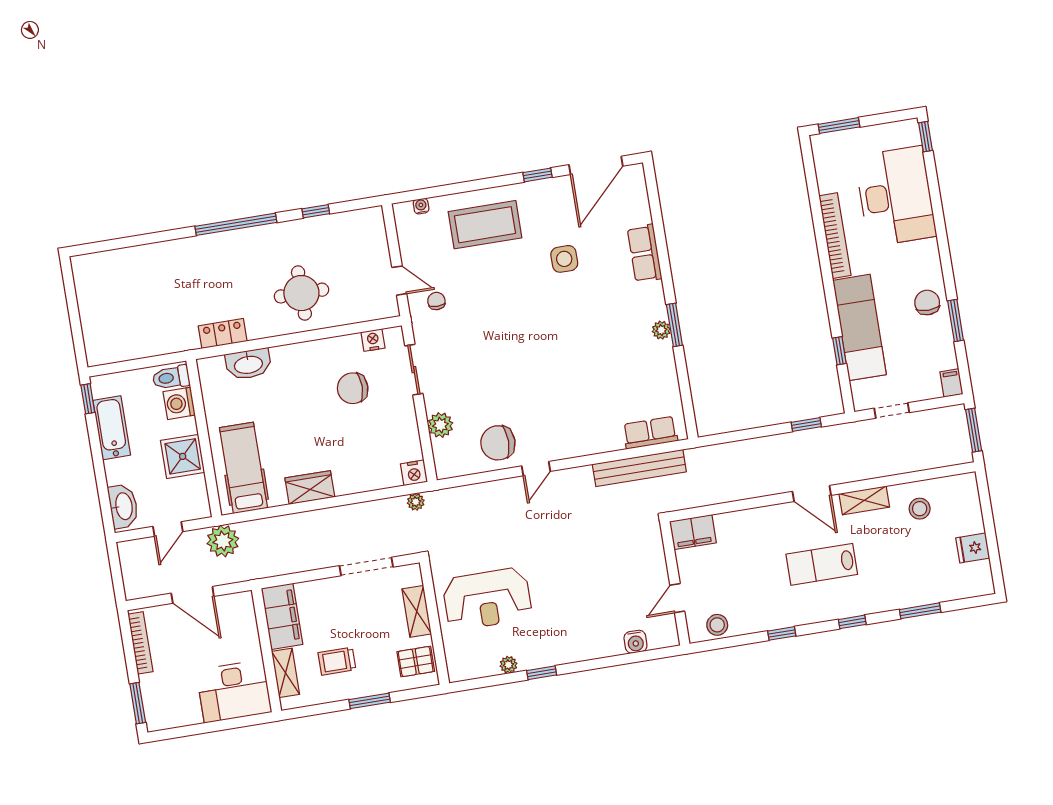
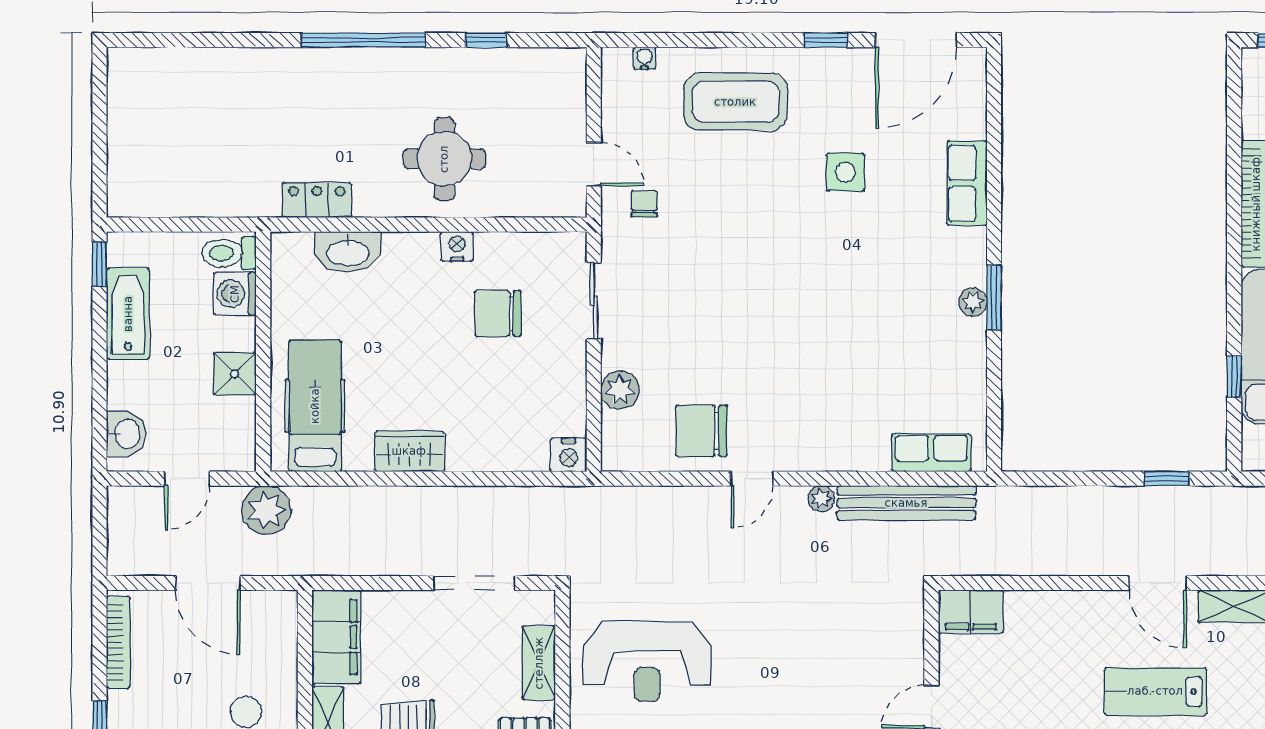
nightstand: (373, 340) -> (457, 246), moved
shower: (183, 456) -> (235, 374), width x0.73, depth x0.73
plant: (416, 502) -> (821, 499), moved
washbasin: (123, 506) -> (126, 434), width x0.72

